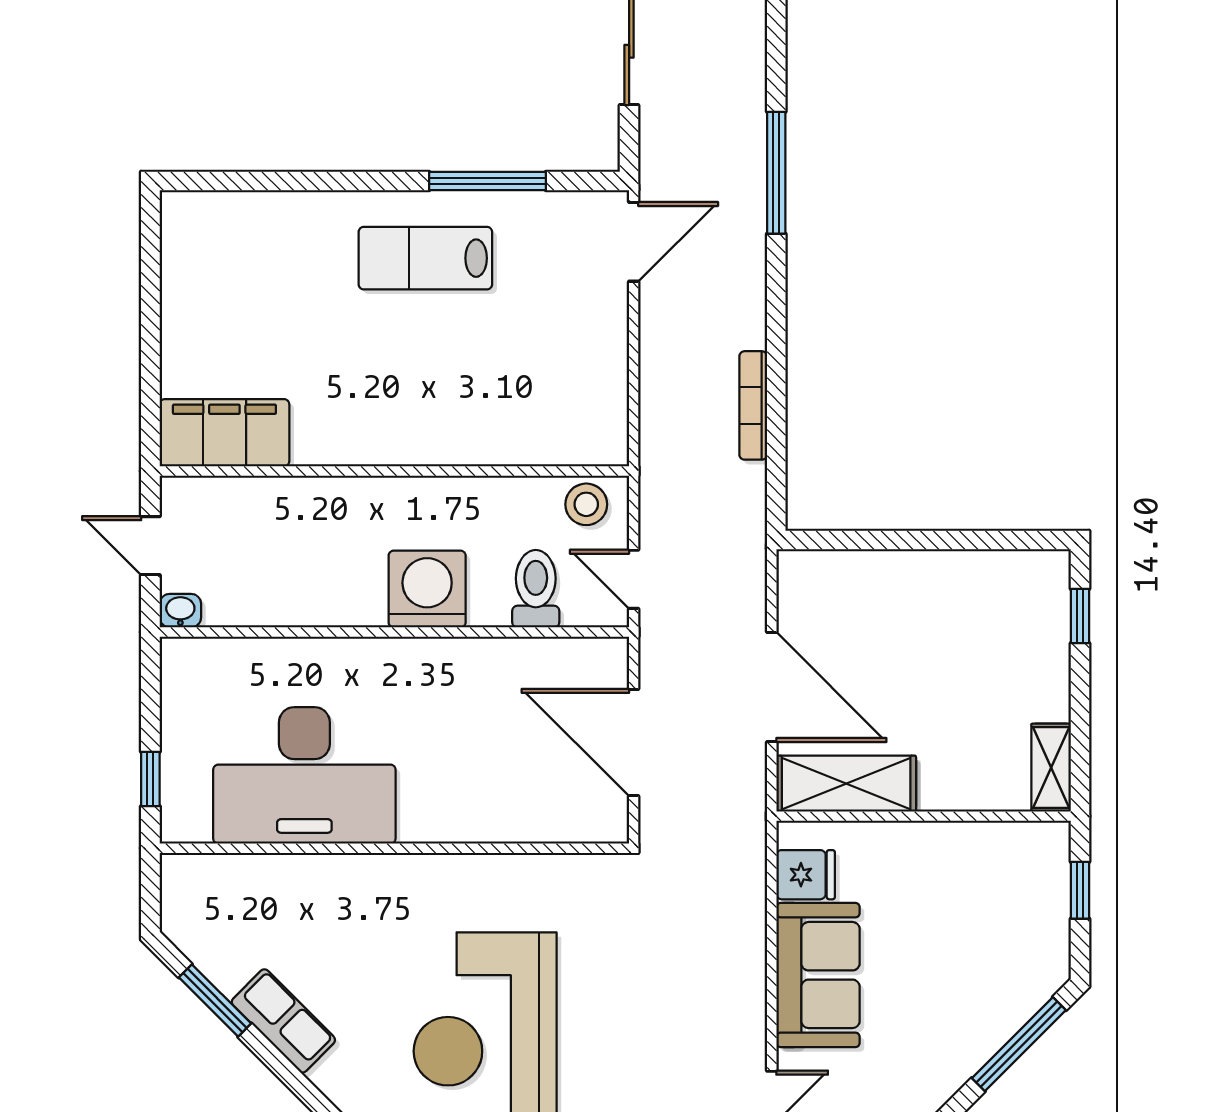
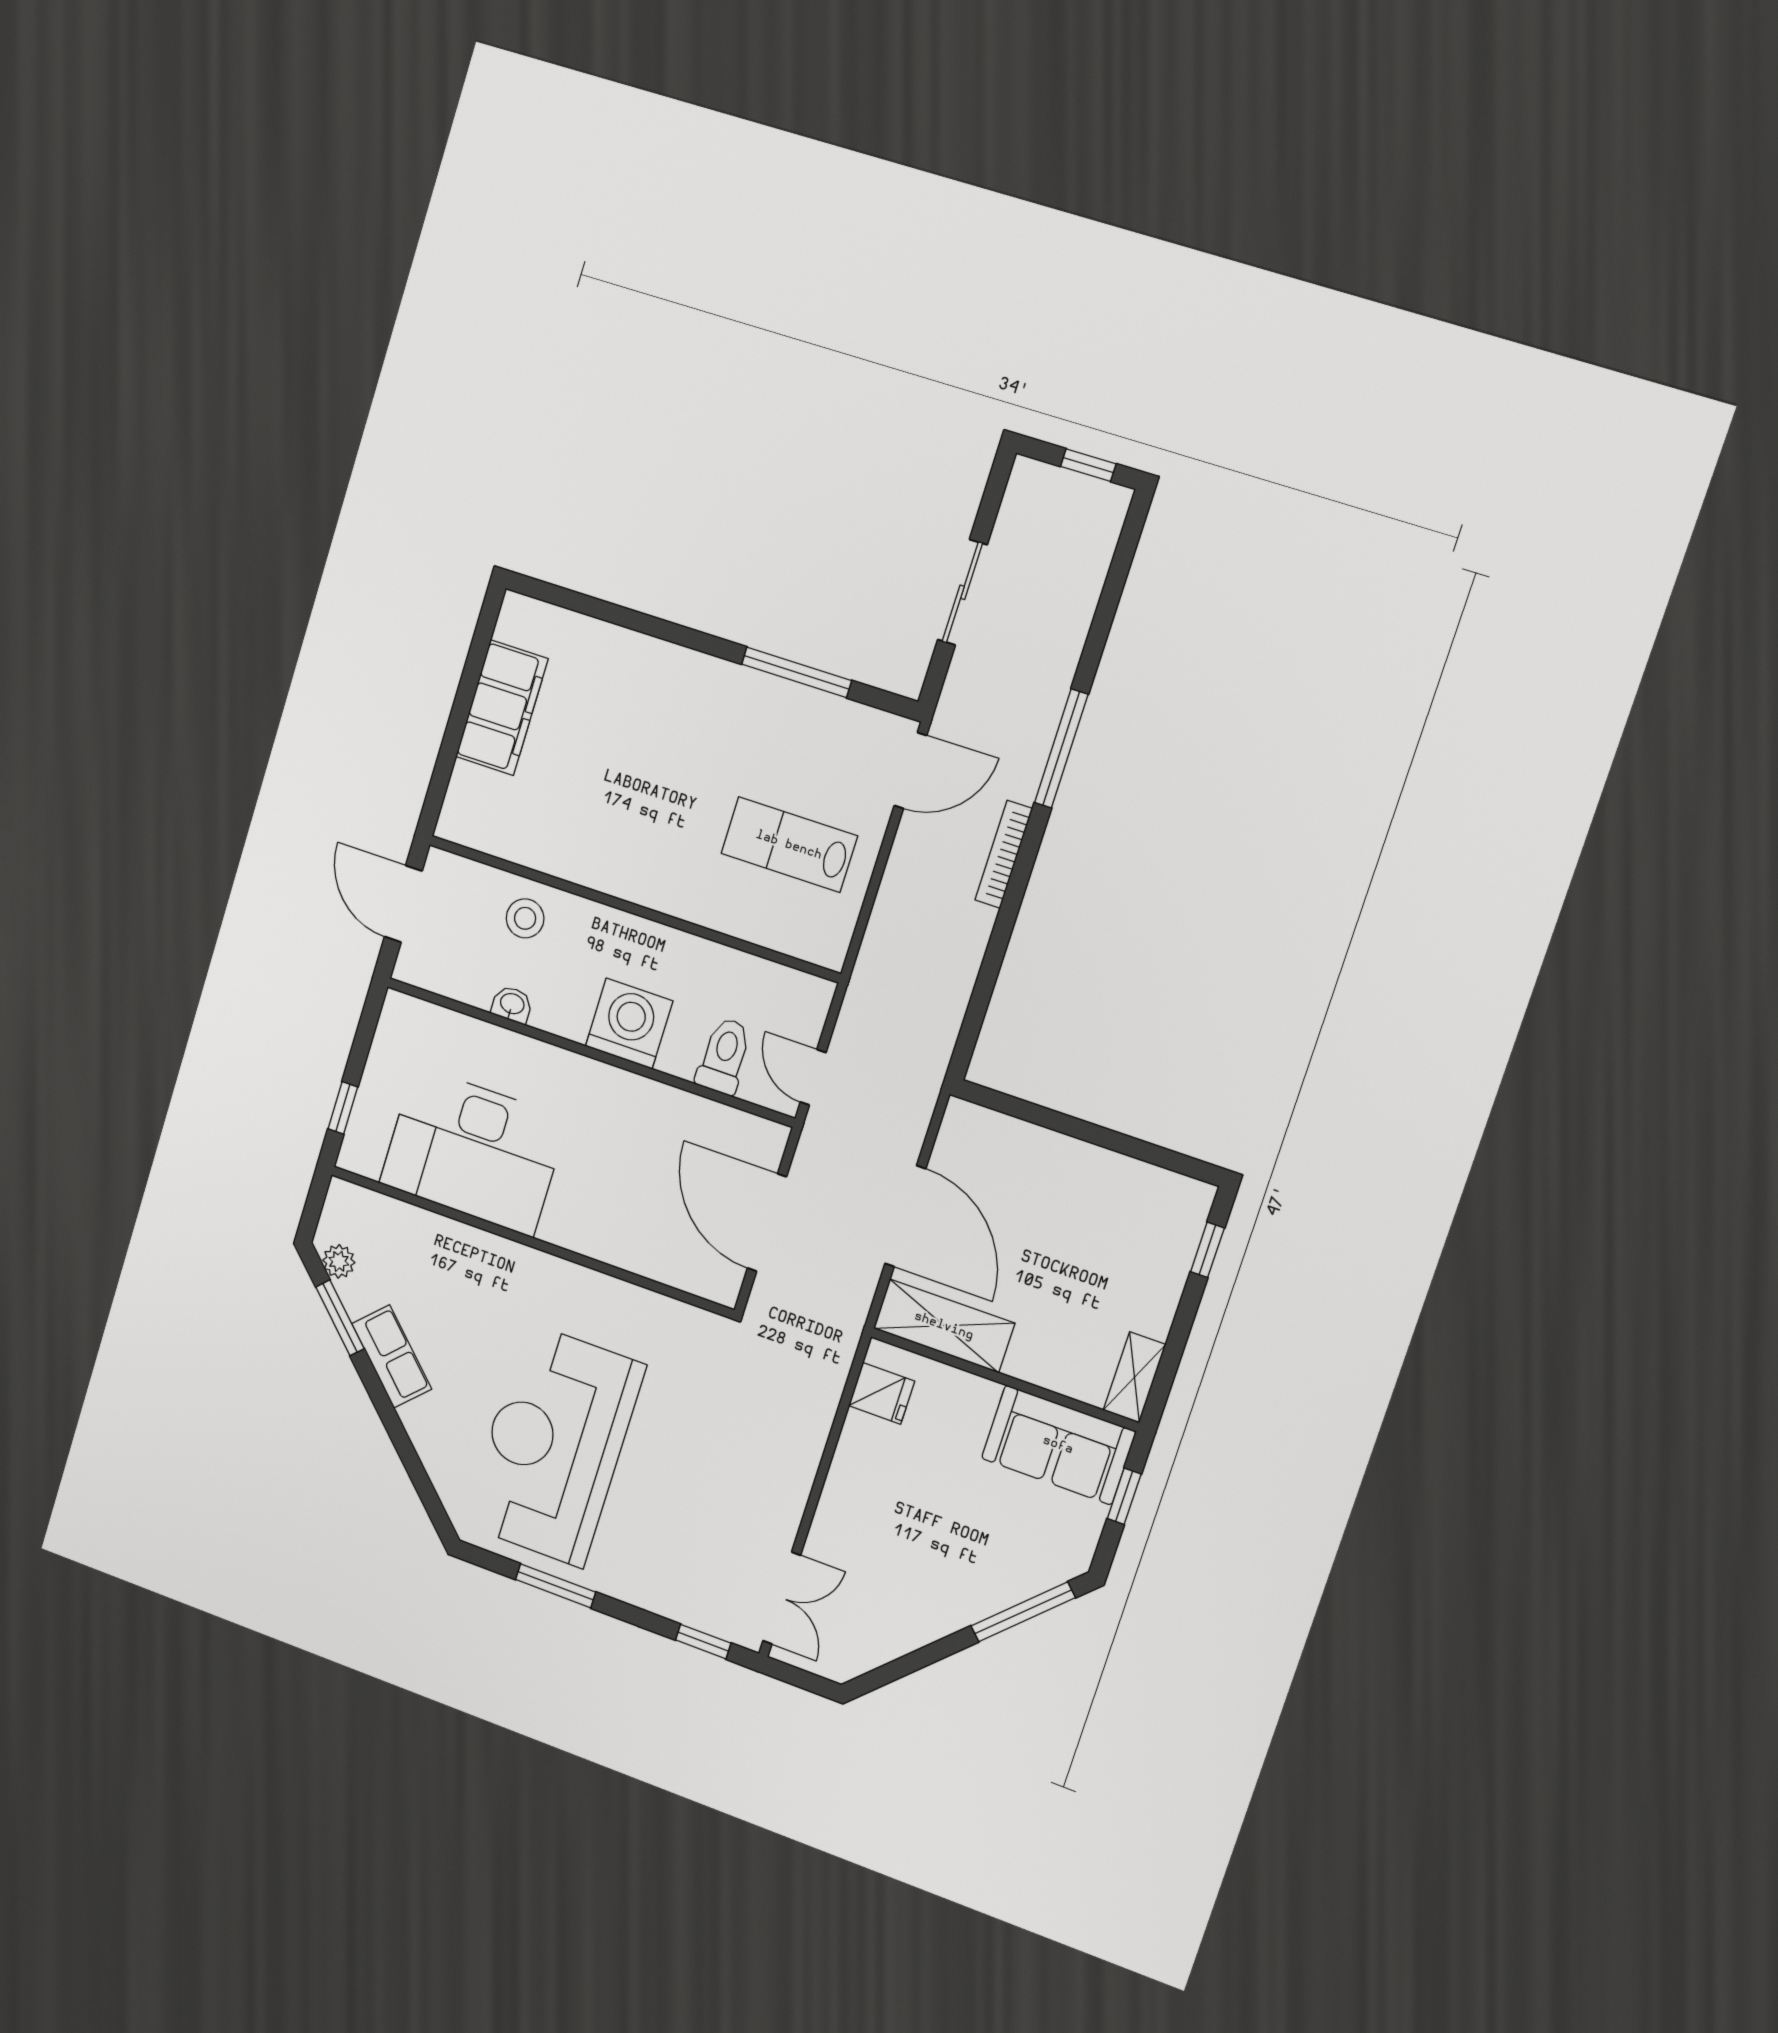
lab bench: (425, 258) -> (789, 845), moved
bookcase: (753, 405) -> (1004, 854), moved
filing cabinet: (224, 433) -> (502, 708), moved, turned 90
stool: (586, 504) -> (525, 918), moved
door: (150, 546) -> (403, 904), width x1.38
washbasin: (180, 611) -> (512, 1004), moved
plant: (195, 941) -> (339, 1261), added
sofa: (818, 975) -> (1058, 1445), moved, turned 90

